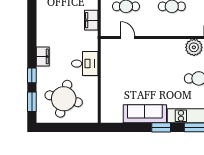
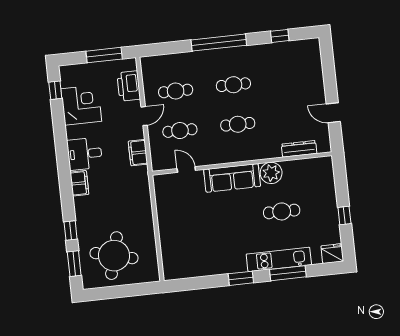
filing cabinet: (43, 56) -> (79, 183), moved
desk: (85, 64) -> (85, 154), moved, turned 180
sofa: (145, 114) -> (232, 178), moved, turned 180

